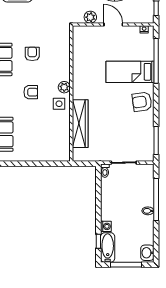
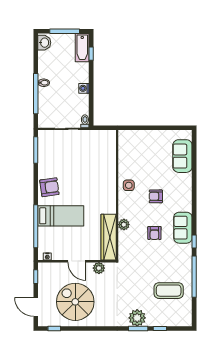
plant: (64, 87) -> (124, 225), moved
wardrobe: (80, 124) -> (109, 237), moved
washing machine: (106, 226) -> (84, 88), moved

